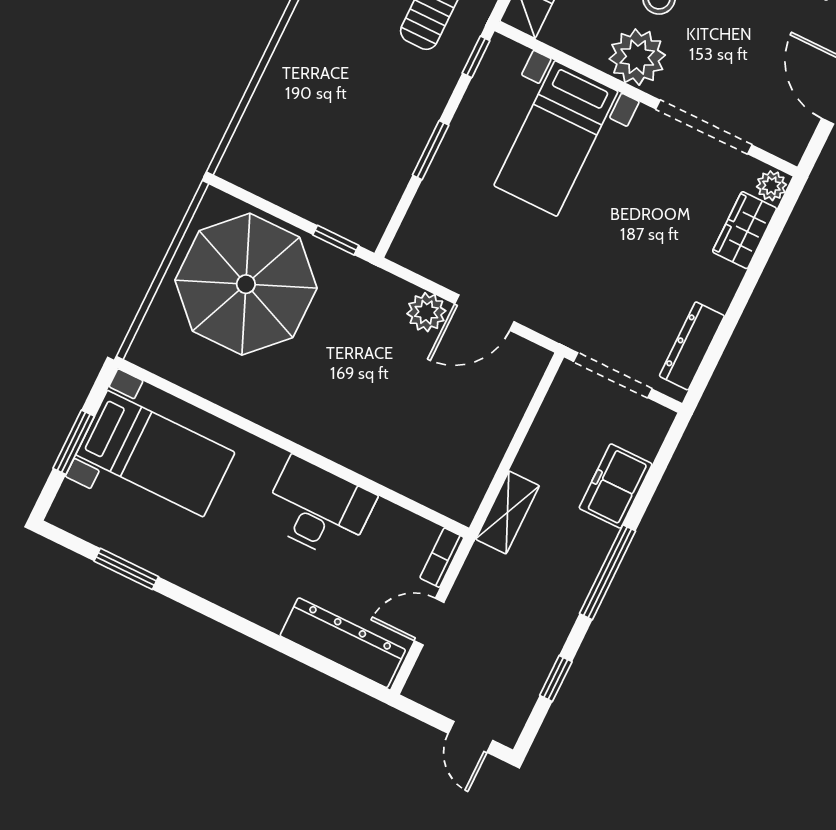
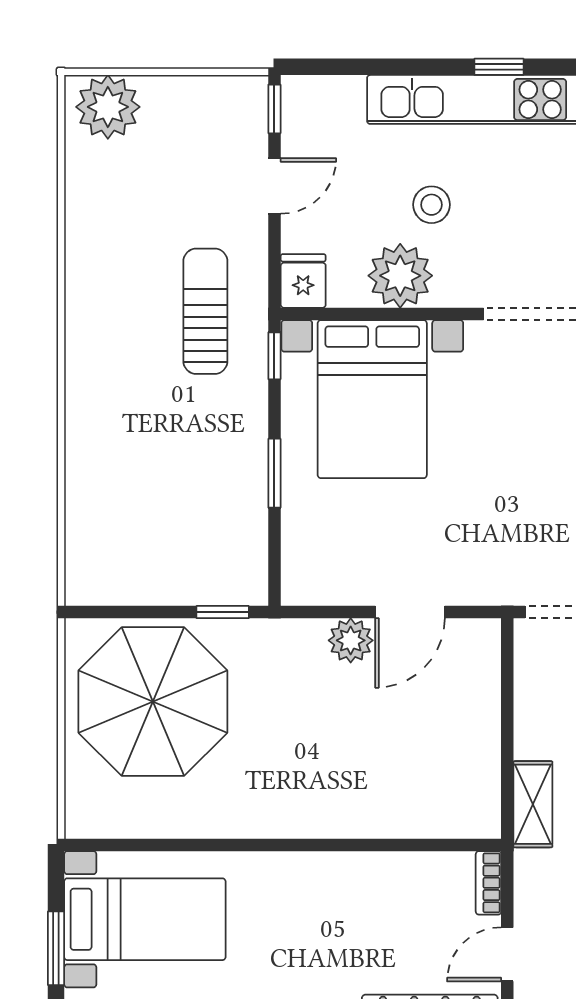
plant: (637, 57) -> (400, 276), moved
bed with nightstands: (556, 138) -> (372, 399), width x1.36
desk: (318, 509) -> (338, 894), removed

